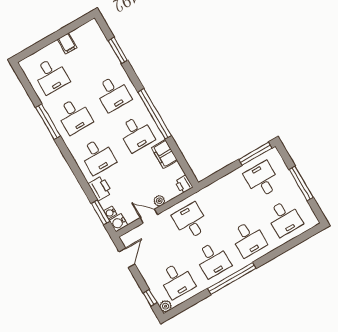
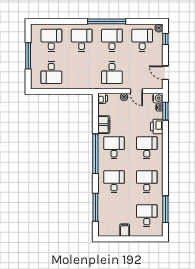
window: (118, 50) -> (95, 207), width x1.44
window: (48, 122) -> (165, 209), moved
window: (255, 154) -> (46, 92), removed
door: (127, 258) -> (165, 73), hinge flipped

